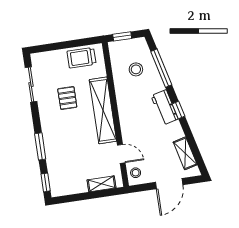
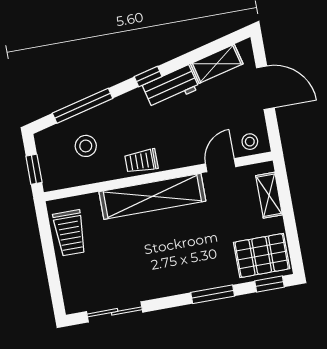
pallet: (67, 98) -> (262, 256), moved, width x1.50, depth x1.42
trolley: (125, 104) -> (141, 161), added
workbench: (165, 107) -> (171, 87), moved

